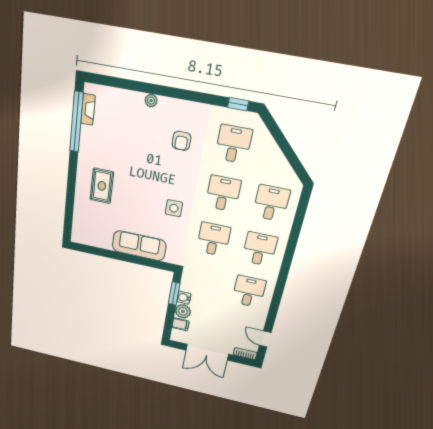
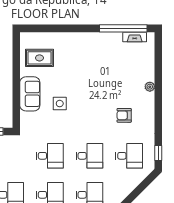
rug: (102, 186) -> (39, 58), moved
side table: (174, 208) -> (60, 104), moved
sofa: (139, 246) -> (30, 94), width x0.73

